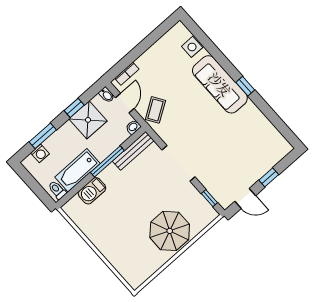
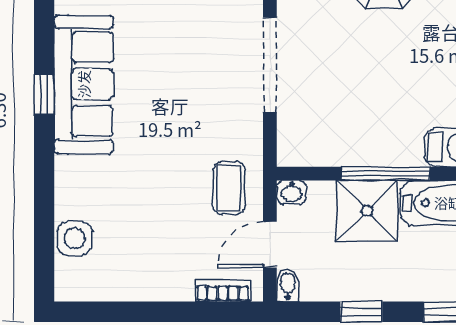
sofa: (220, 84) -> (84, 84), moved
coffee table: (155, 110) -> (229, 188), turned -57
shower: (88, 120) -> (367, 211), moved
bench: (133, 151) -> (327, 153), removed

